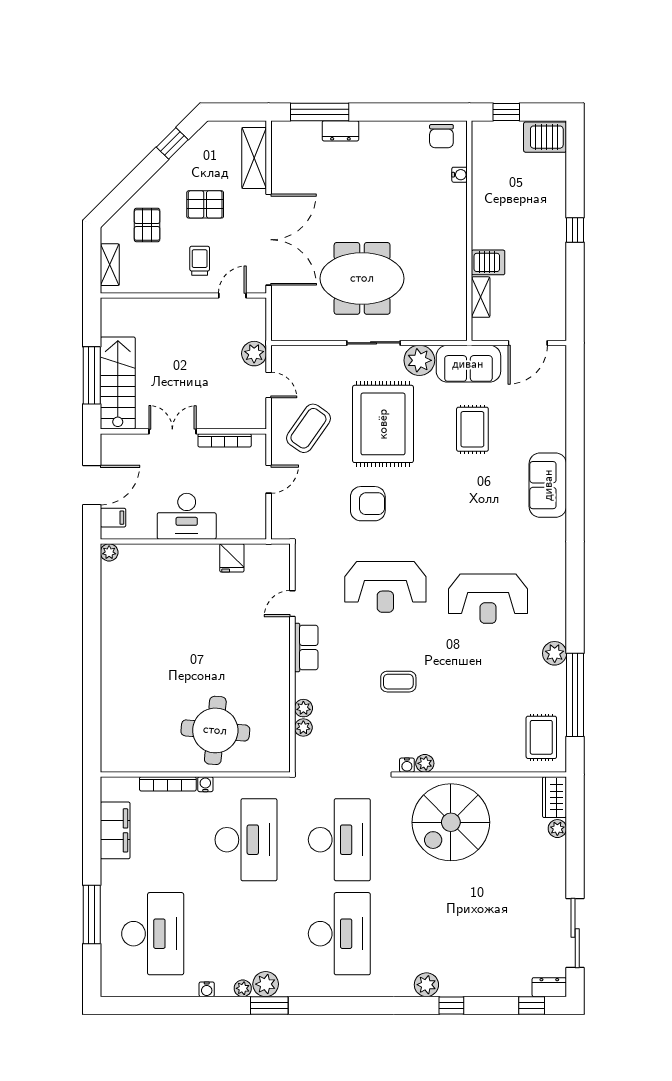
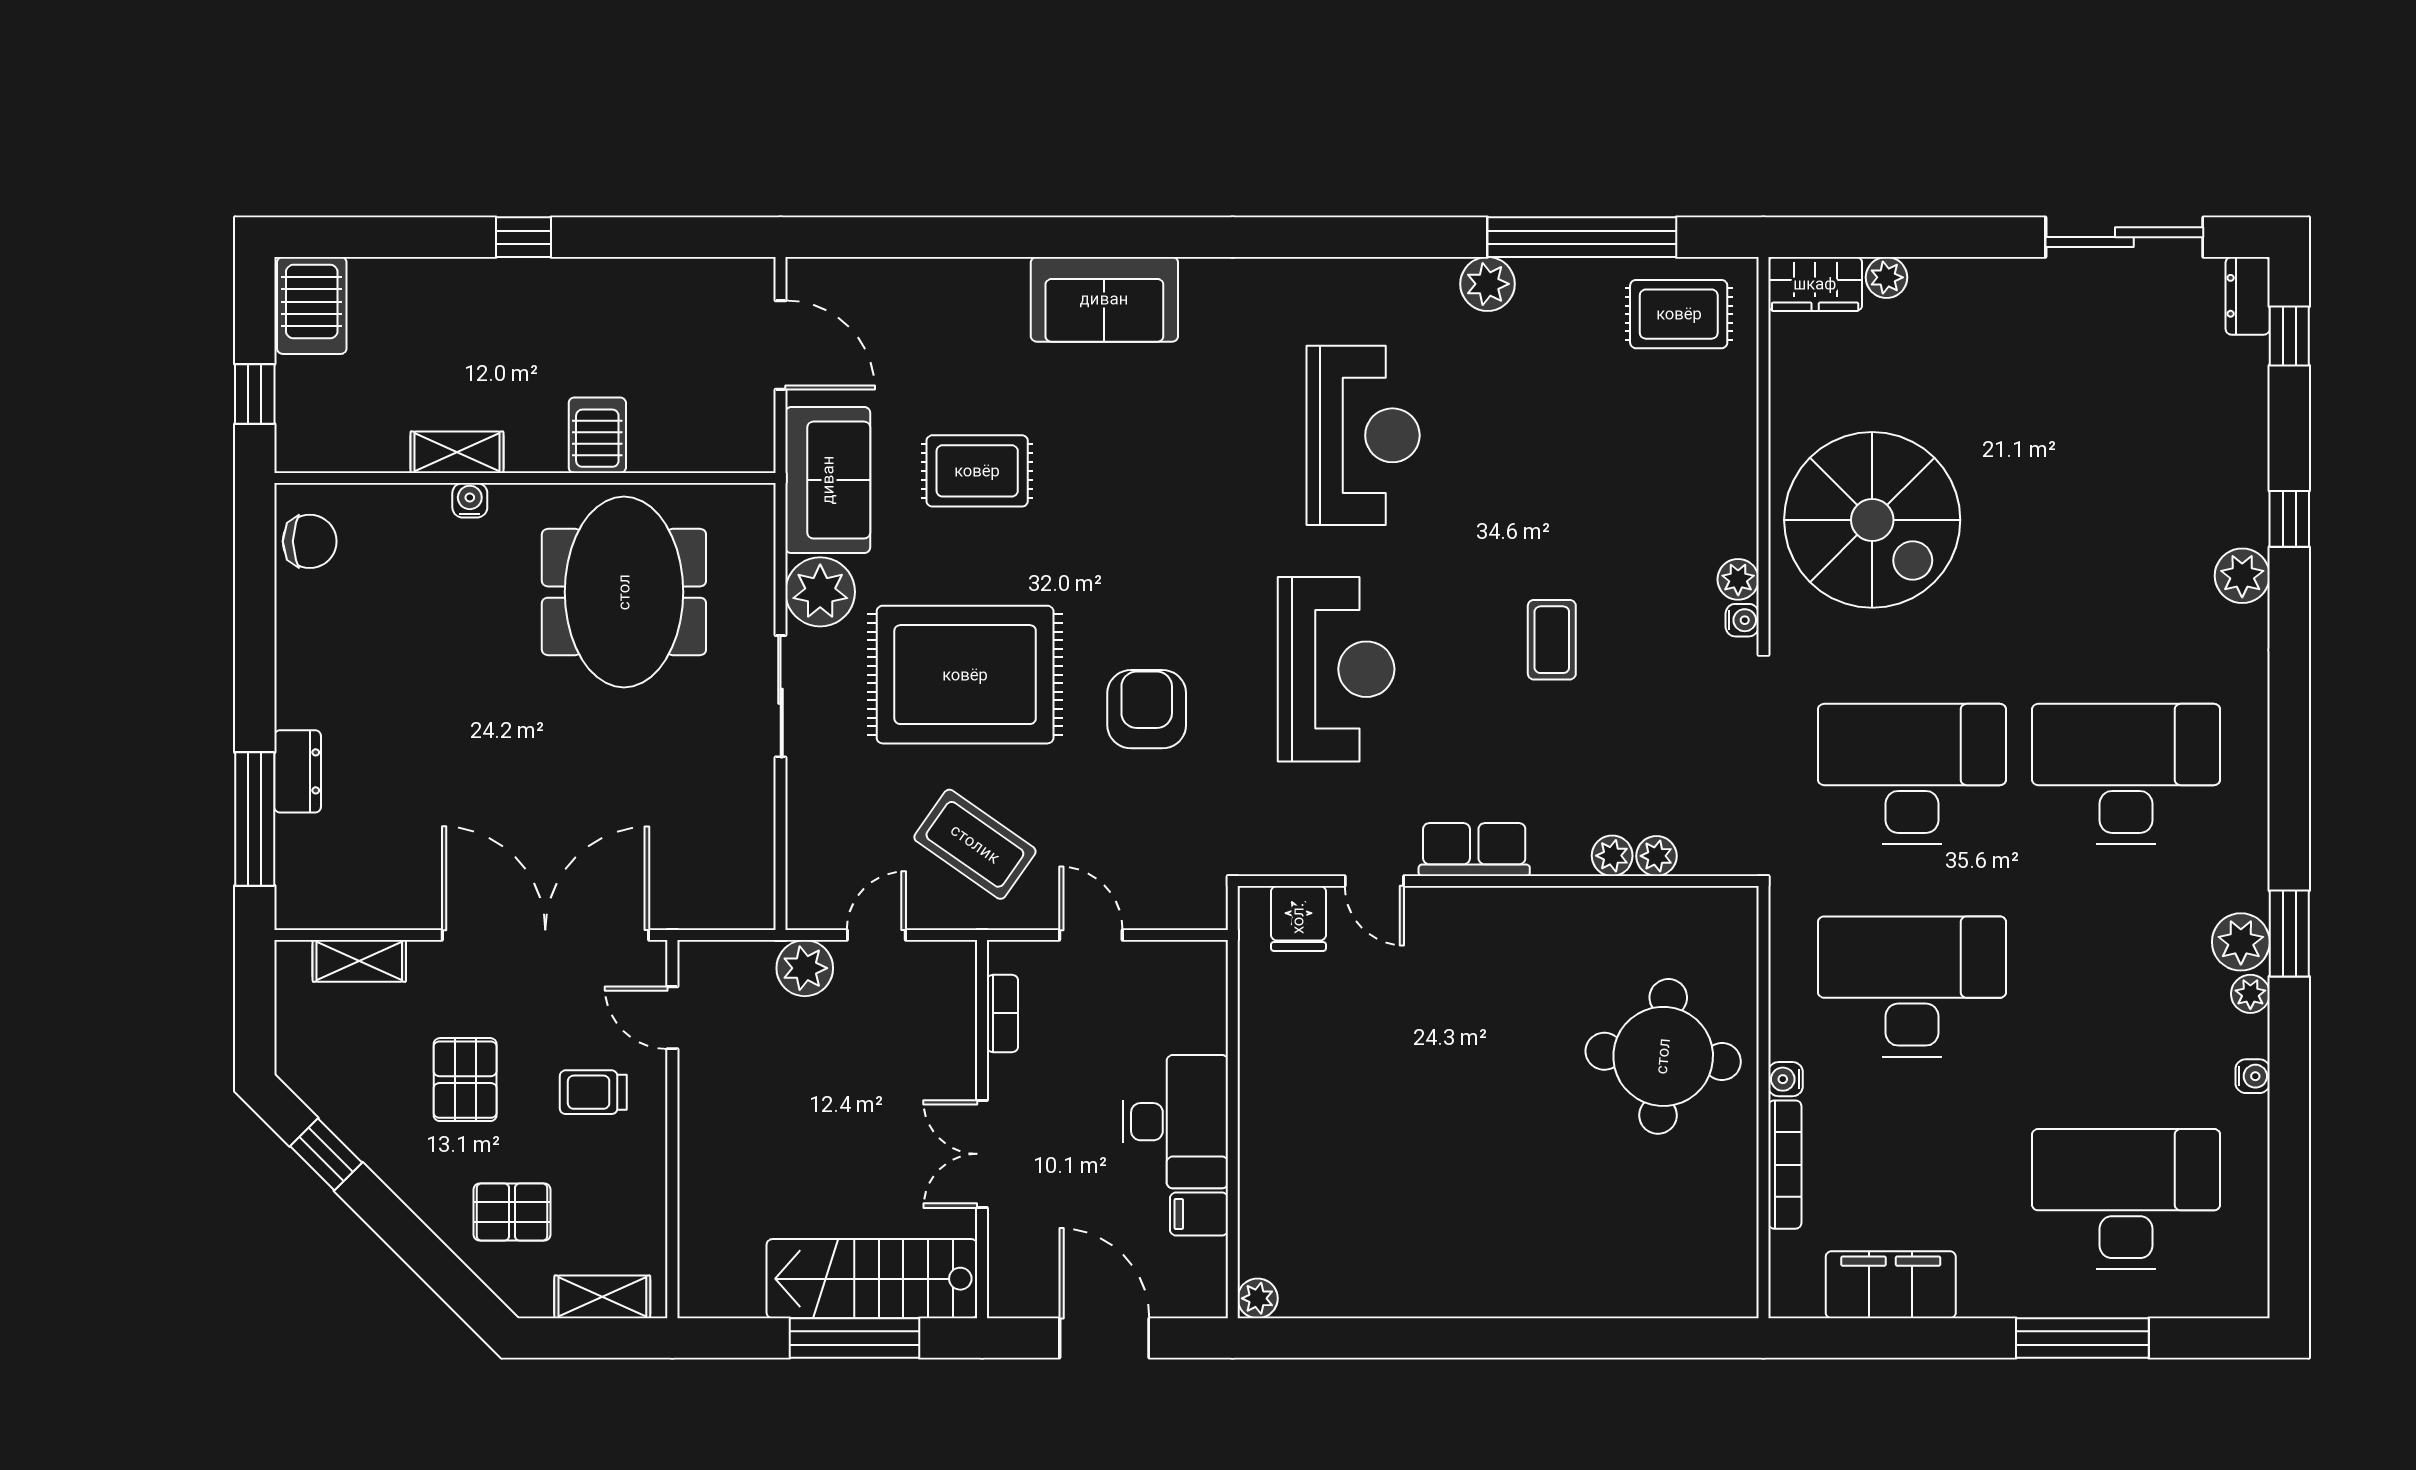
shelving: (254, 158) -> (359, 961), width x0.67, depth x0.75
water cooler: (460, 175) -> (470, 500), moved
meeting table: (362, 278) -> (624, 592), moved
shelving: (481, 297) -> (457, 452), moved
bookcase: (225, 440) -> (1002, 1013), width x0.64
filing cabinet: (113, 518) -> (1199, 1214), moved, turned -90
fridge: (232, 558) -> (1298, 918), moved, turned 90

